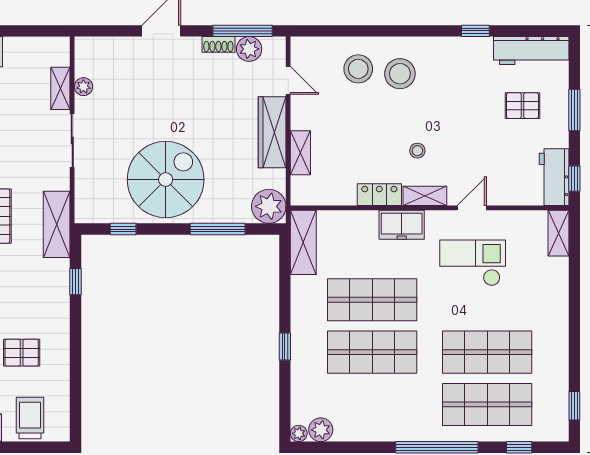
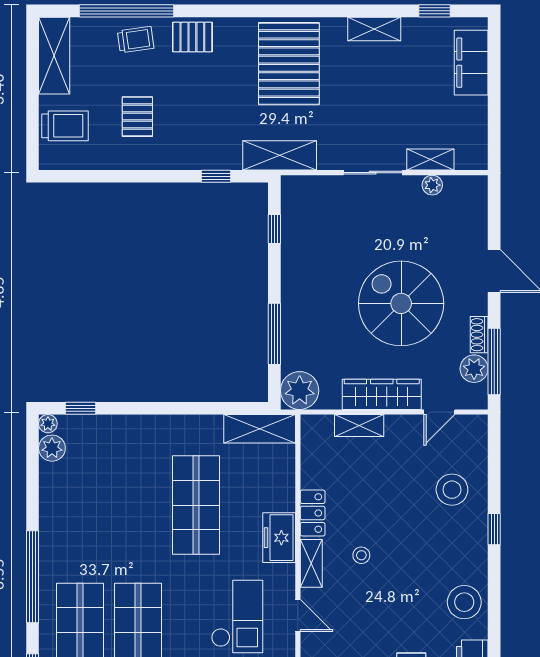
window: (475, 31) -> (494, 529), moved
stool: (400, 74) -> (464, 602), moved
spiral stairs: (166, 180) -> (401, 303), moved, turned 180
window: (285, 346) -> (81, 408), moved
shop shelf: (372, 352) -> (138, 505), removed

